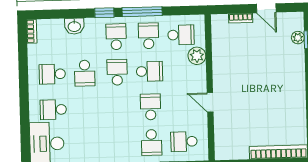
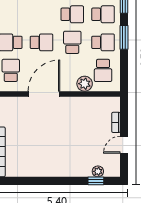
window: (142, 12) -> (124, 37), width x0.69
school desk: (150, 71) -> (72, 42), turned 180
door: (210, 102) -> (44, 94), width x1.87

